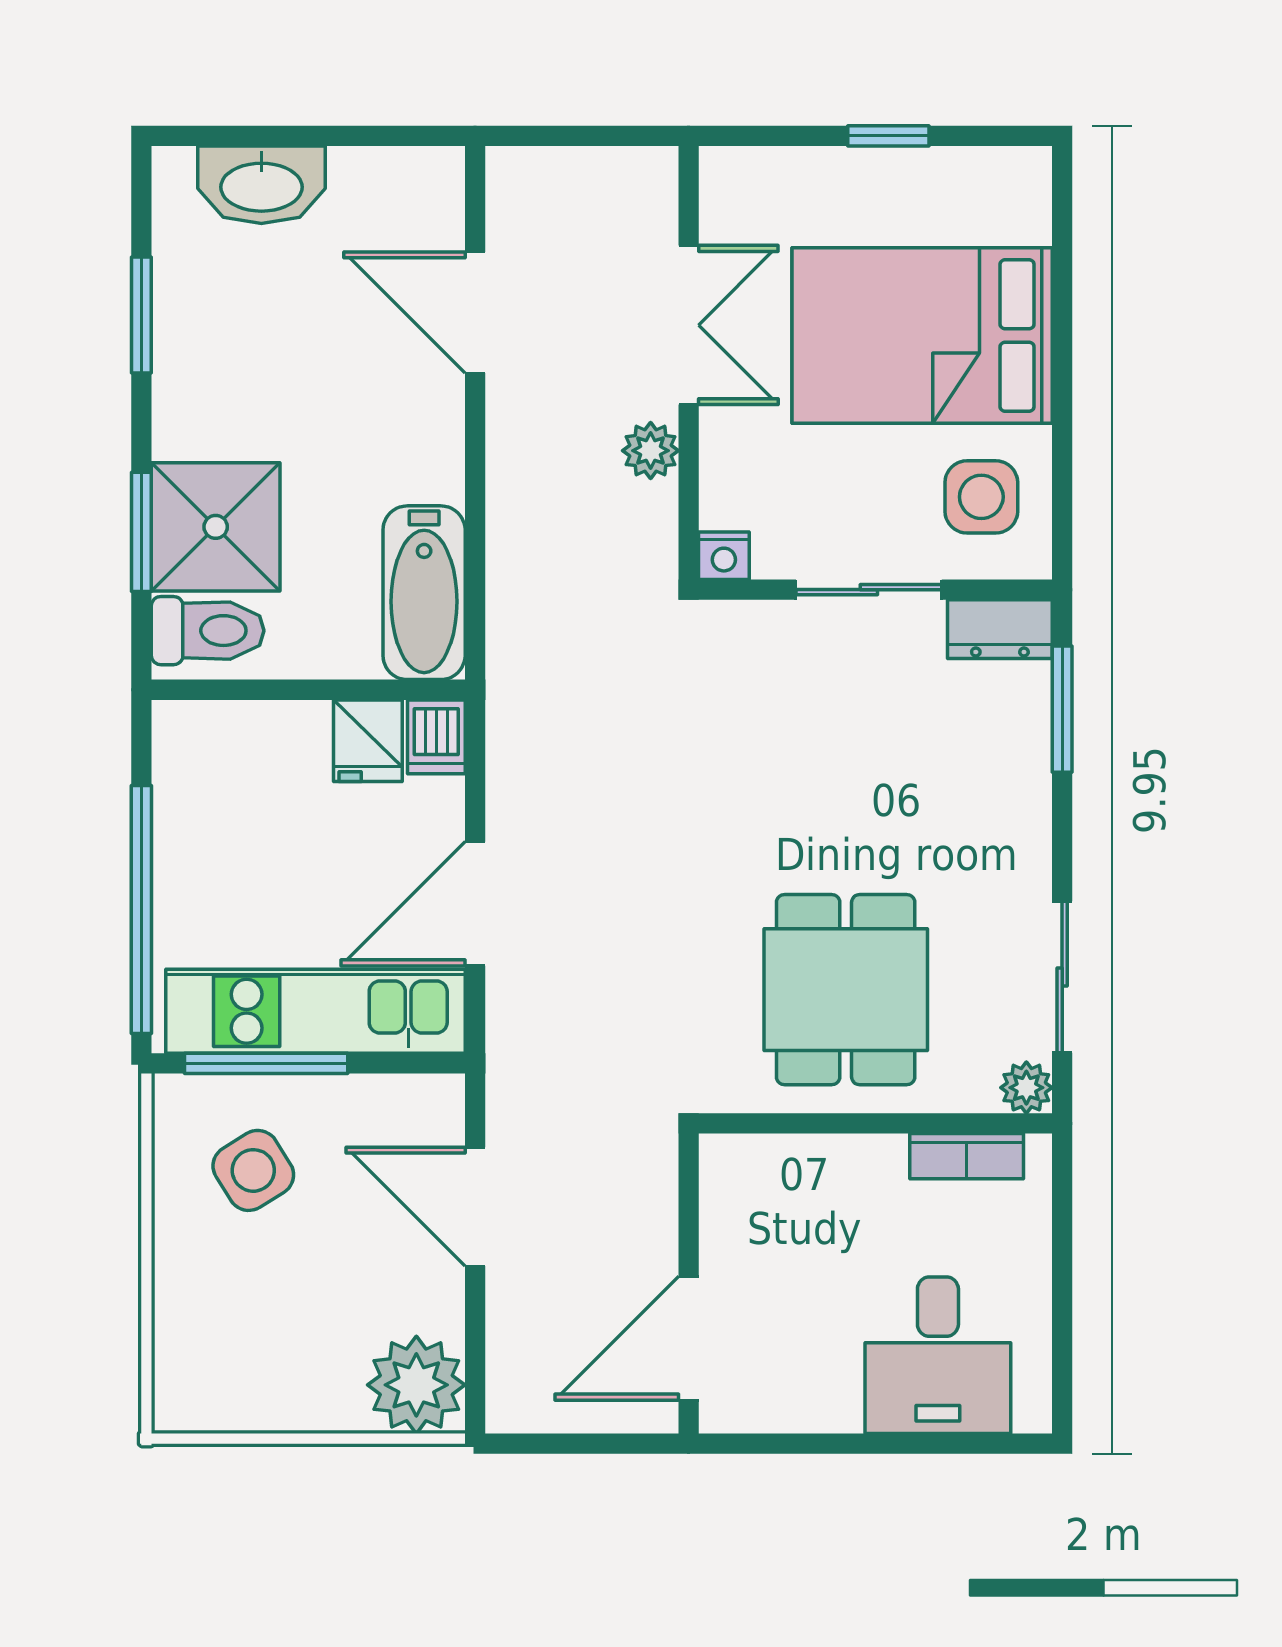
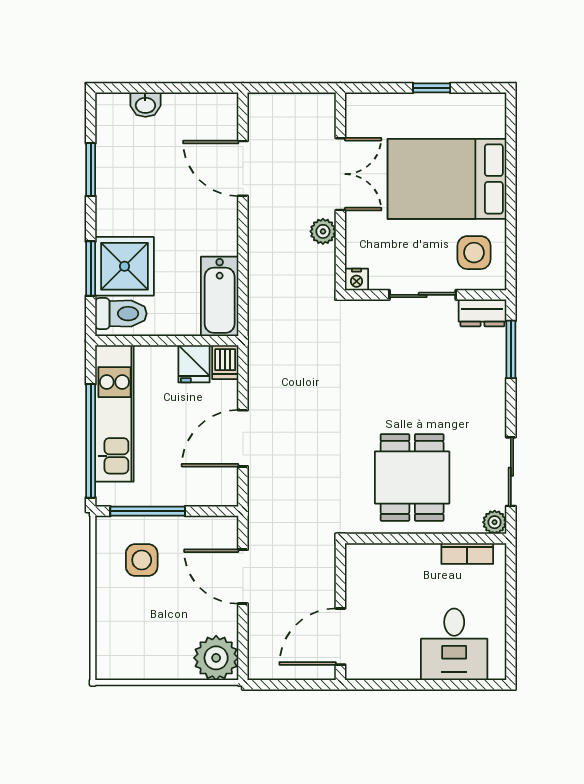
washbasin: (261, 185) -> (145, 105), width x0.52, depth x0.69
kitchen unit: (315, 1011) -> (114, 413), moved, turned 90
side table: (253, 1170) -> (142, 560), turned 32

